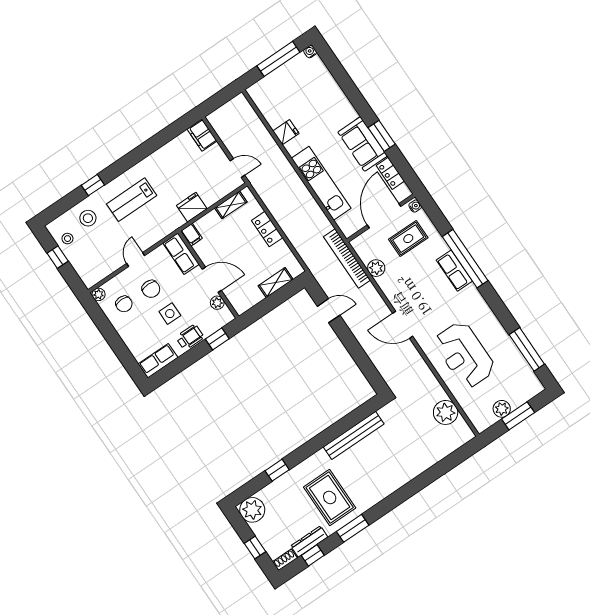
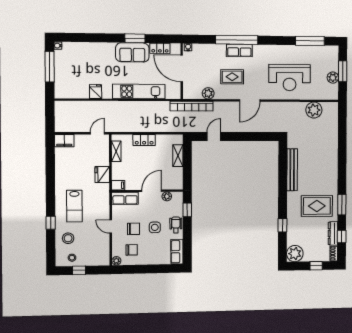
rug: (408, 239) -> (232, 77), moved, turned 90

